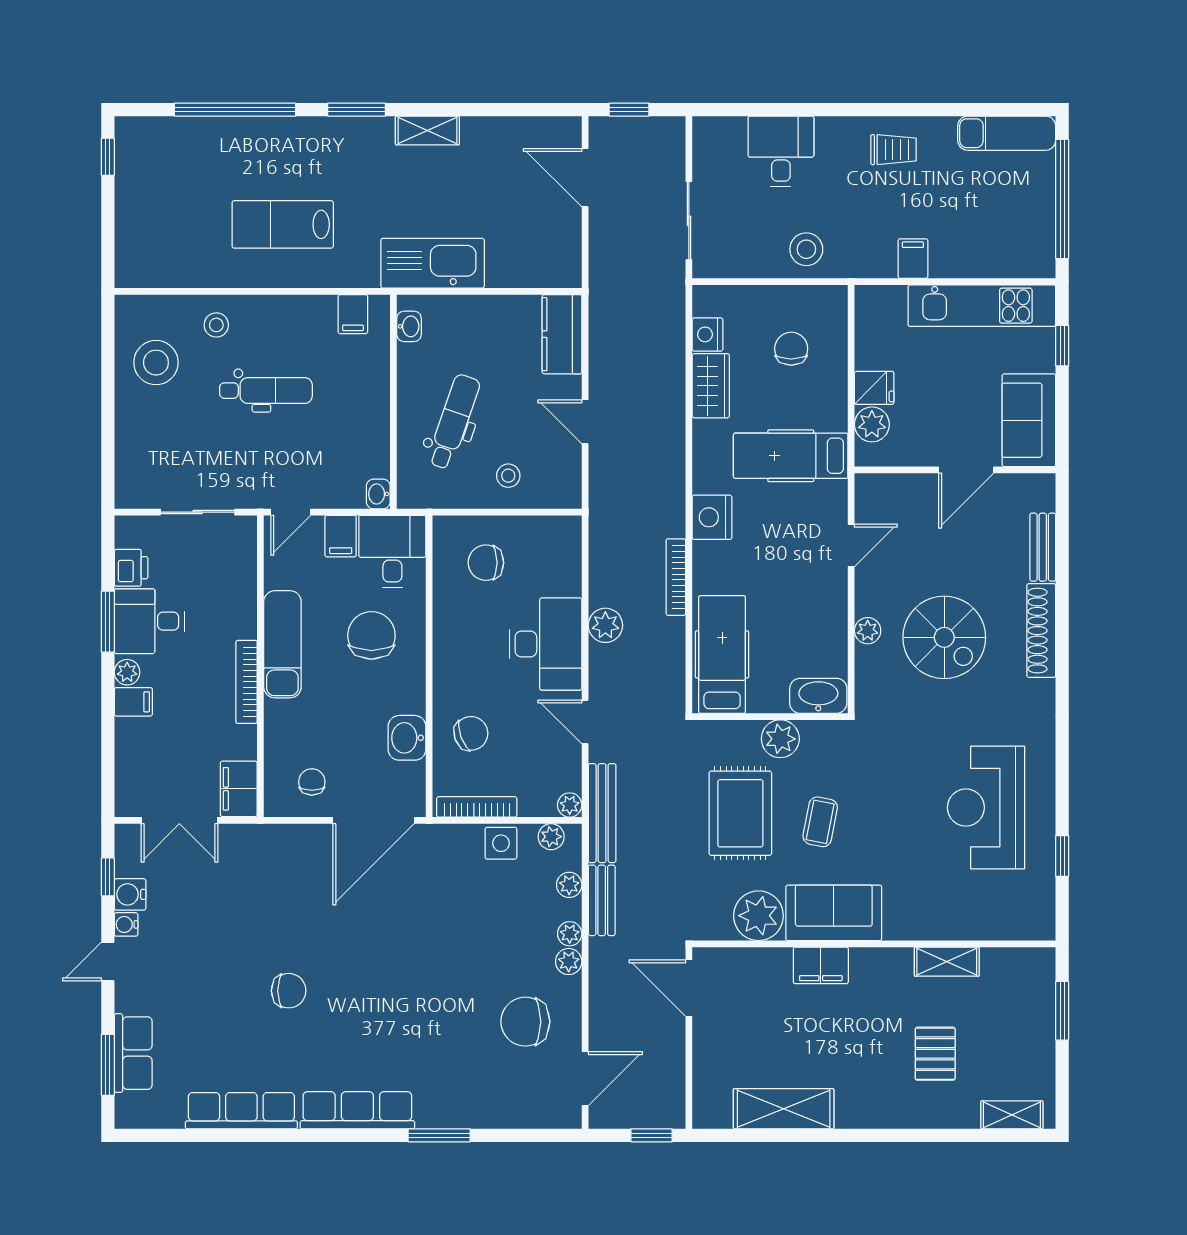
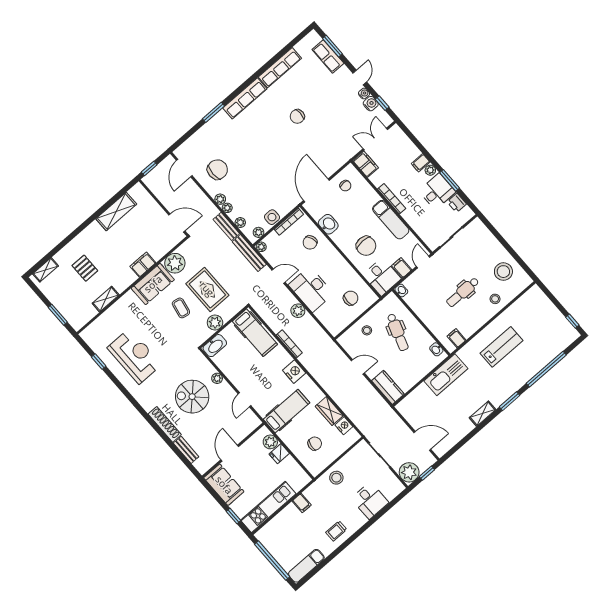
plant: (661, 140) -> (409, 472), added
chair: (791, 349) -> (315, 444), turned -82

